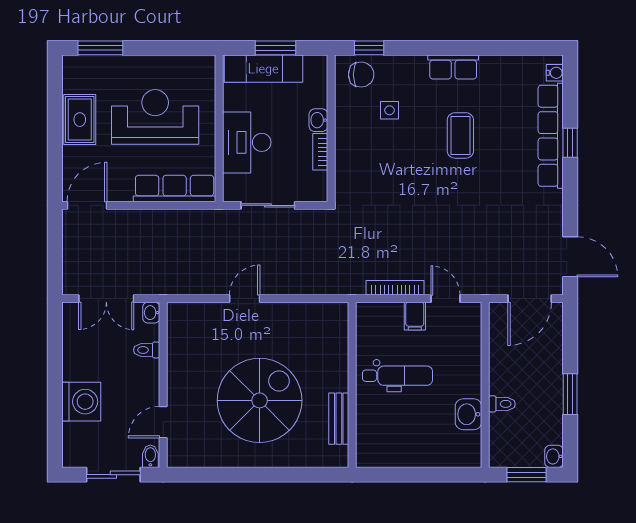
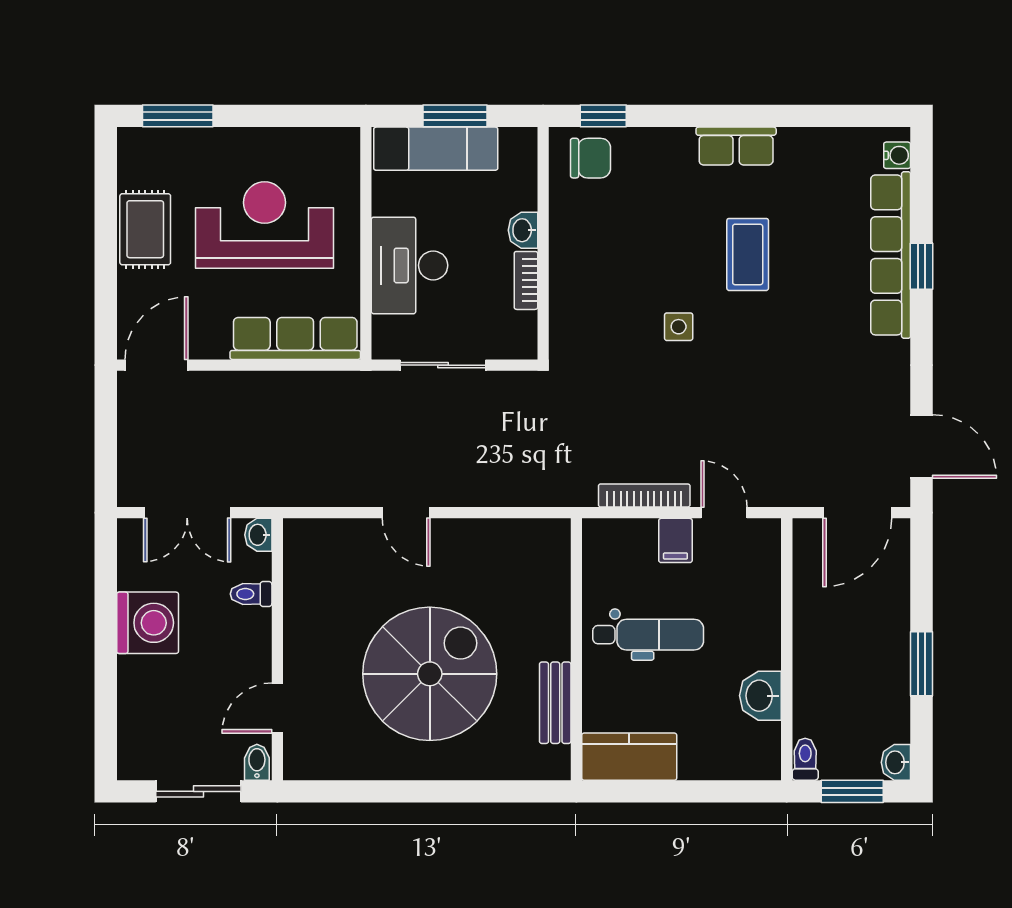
side table: (389, 110) -> (679, 327), moved
door: (245, 299) -> (406, 513), swing flipped
washing machine: (81, 402) -> (148, 623), moved
toilet: (502, 404) -> (805, 759), moved, turned -90
kitchen counter: (386, 453) -> (629, 757), added

